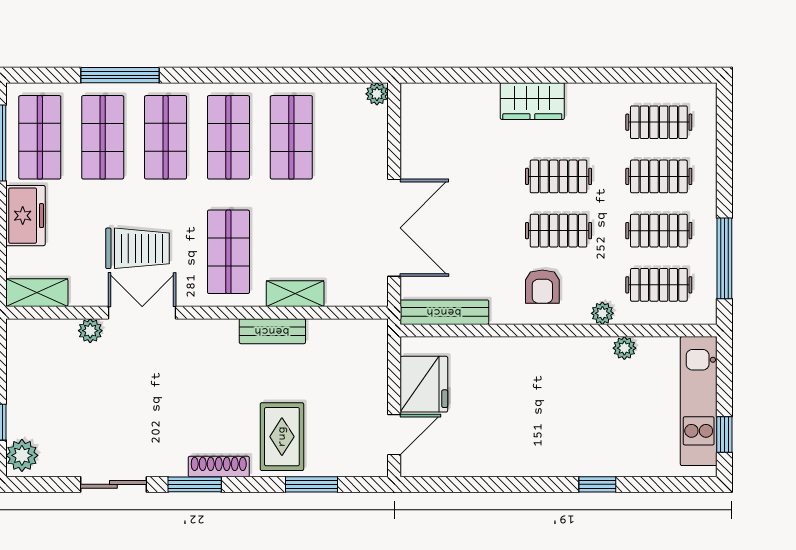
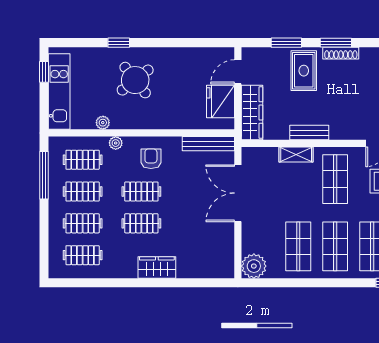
plant: (377, 94) -> (254, 266), width x1.87, depth x1.87
wardrobe: (370, 365) -> (252, 113), added
round table: (569, 421) -> (135, 80), added
window: (195, 484) -> (336, 43), moved

